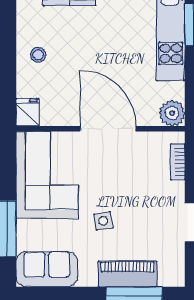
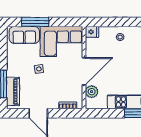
plant: (172, 113) -> (92, 92), moved
sofa: (47, 269) -> (24, 35), moved, turned 90
piano: (128, 274) -> (13, 91), moved

